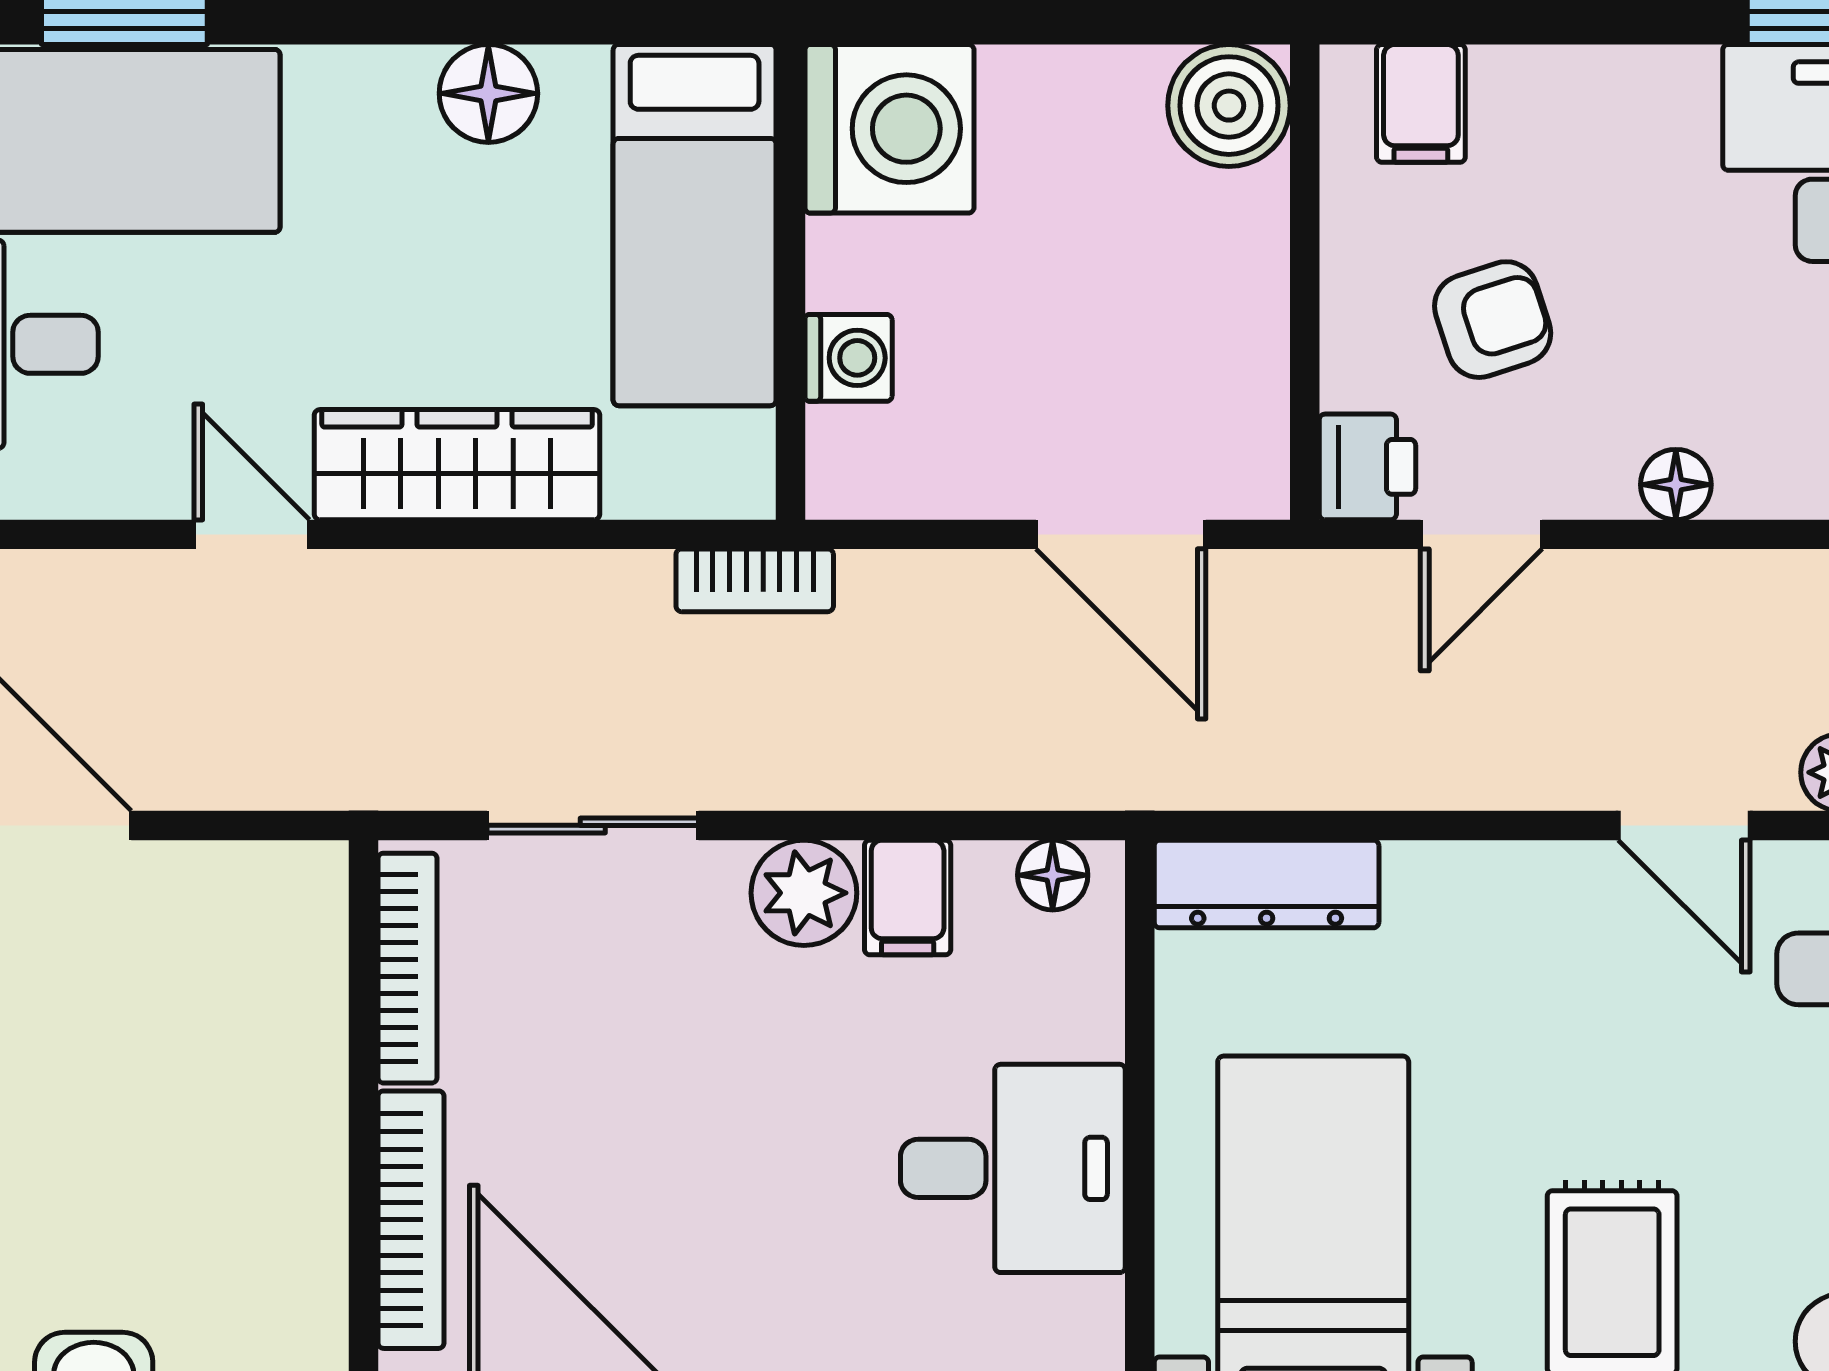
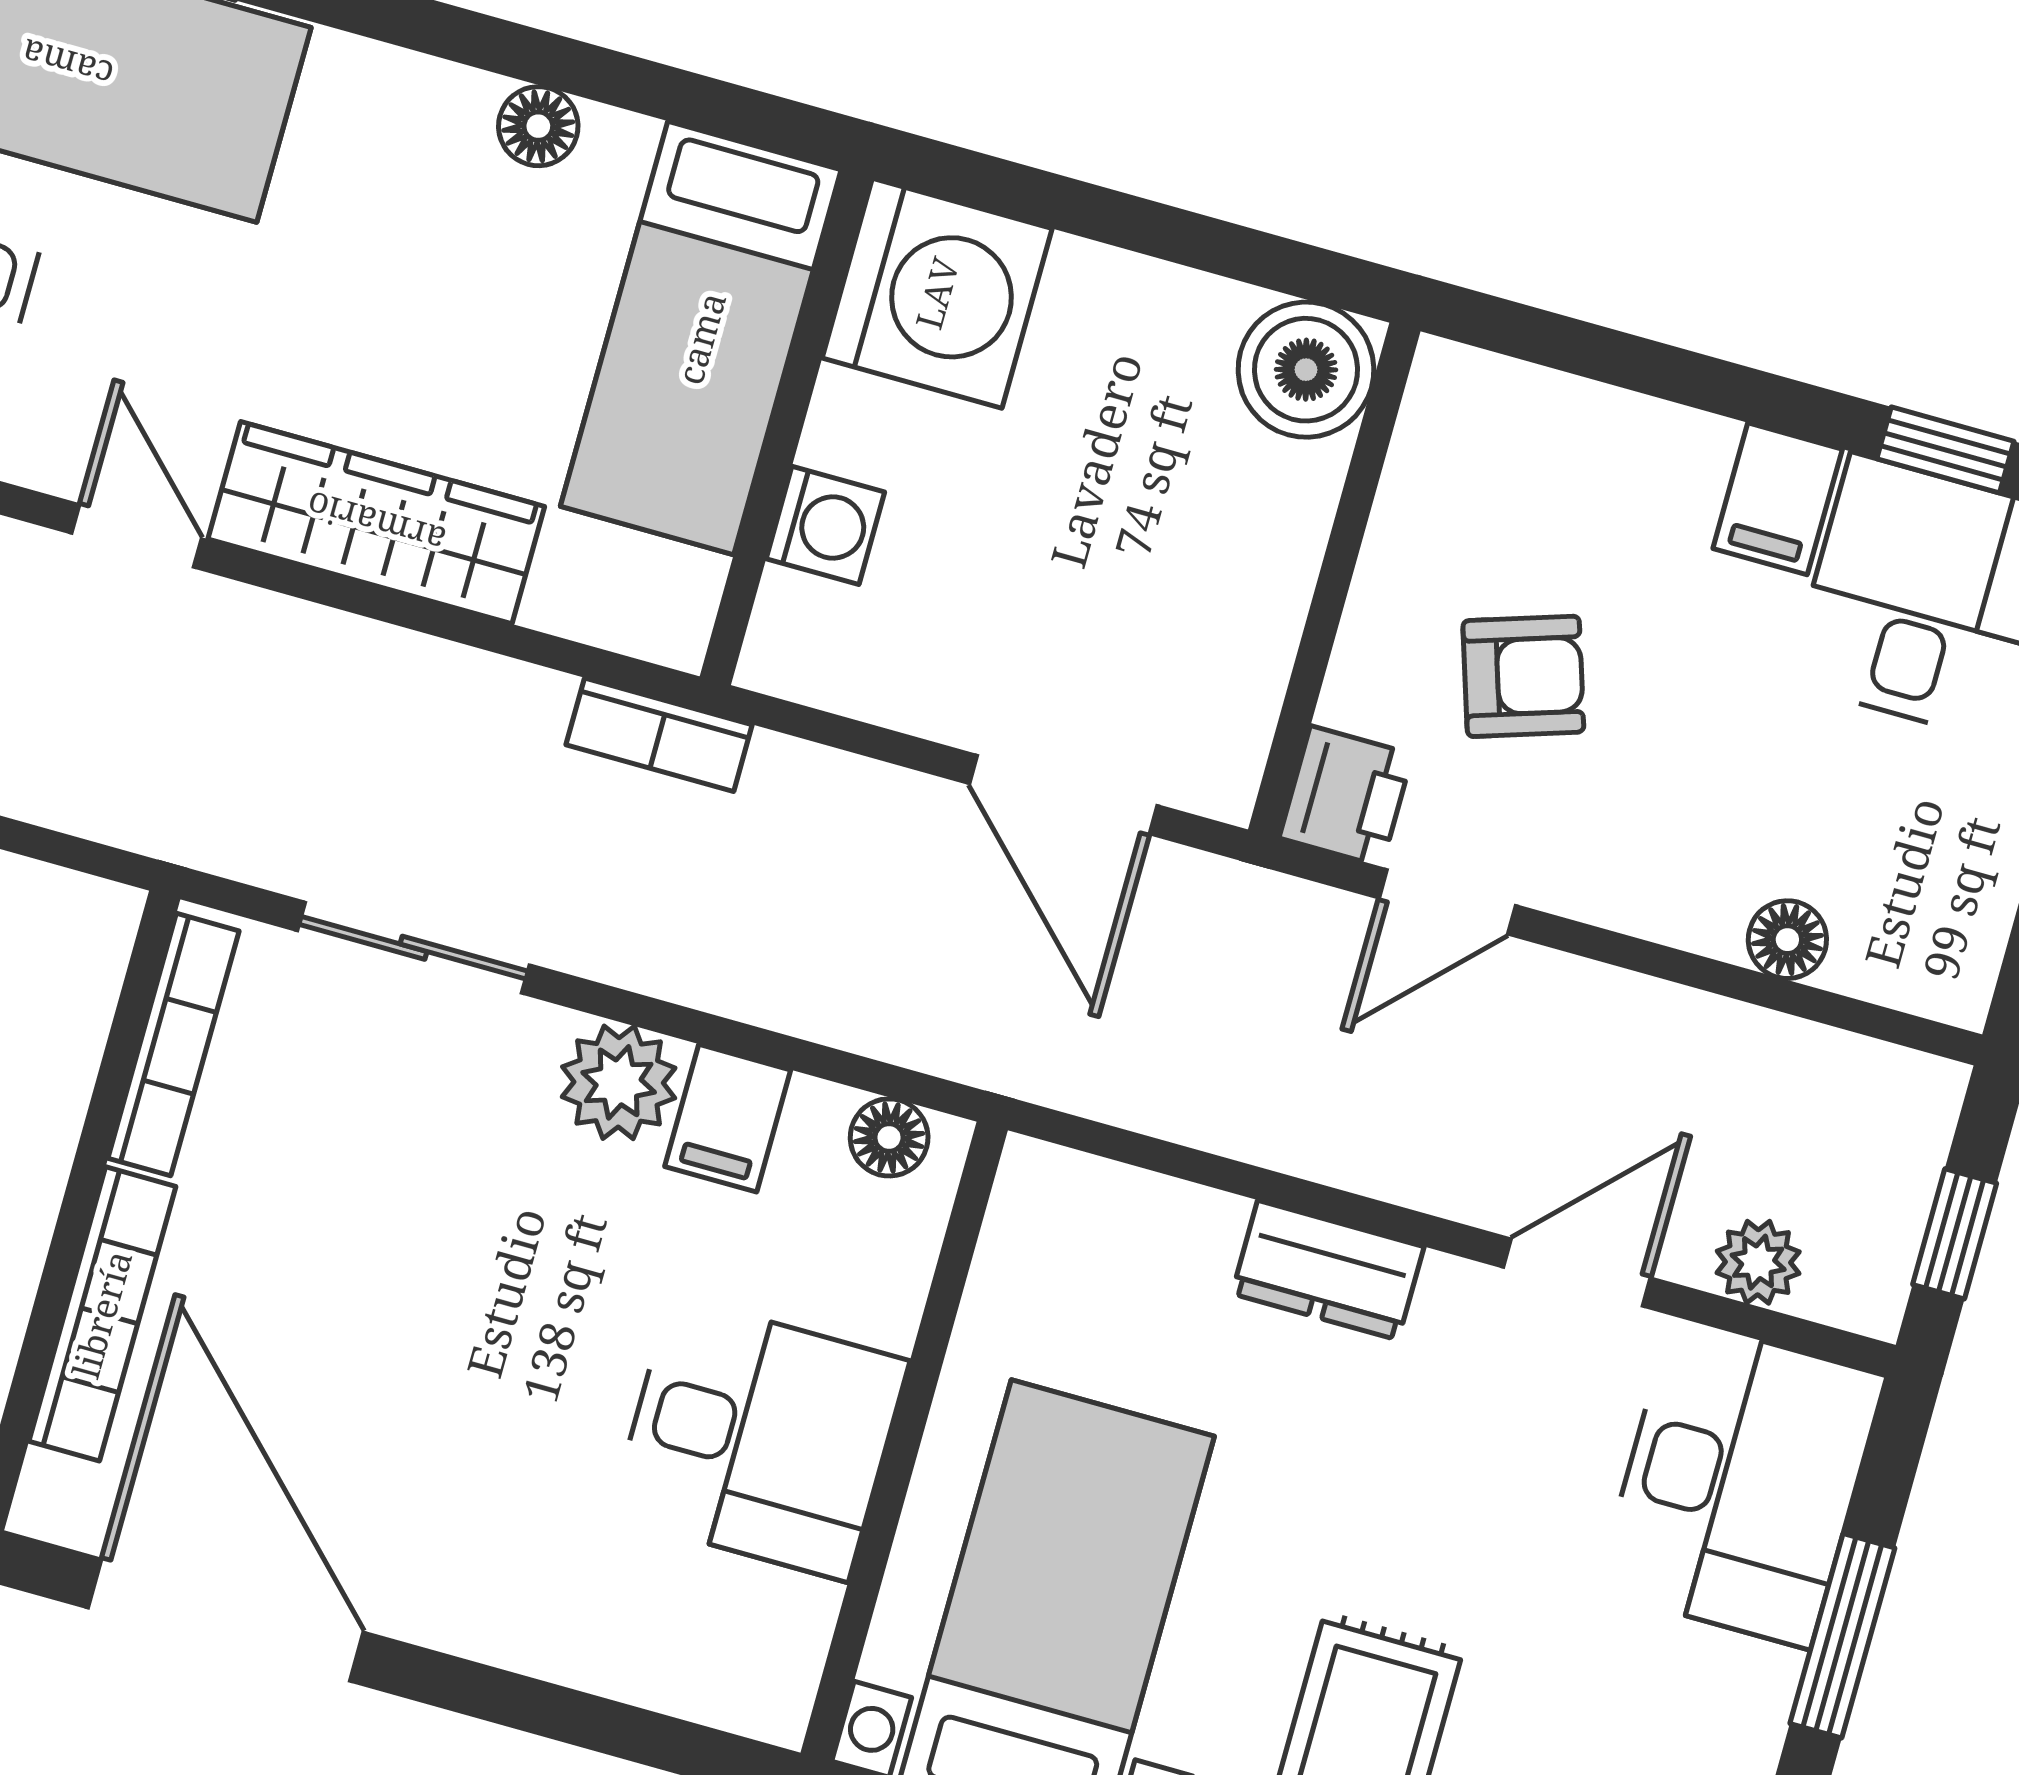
floor lamp: (488, 93) -> (538, 126), width x0.73, depth x0.73
filing cabinet: (1421, 103) -> (1778, 499), moved
floor lamp: (1676, 485) -> (1787, 940), moved
door: (1684, 825) -> (1577, 1273), swing flipped
dresser: (1267, 884) -> (1328, 1270), moved, width x0.70

